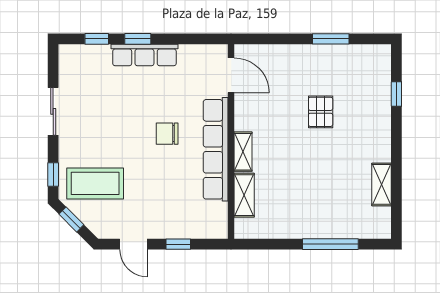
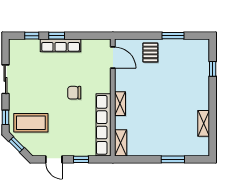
pallet: (321, 112) -> (150, 52), moved
row of seats: (216, 149) -> (104, 125), moved
shelving: (244, 195) -> (121, 143), moved
window: (330, 244) -> (173, 159), width x0.69

